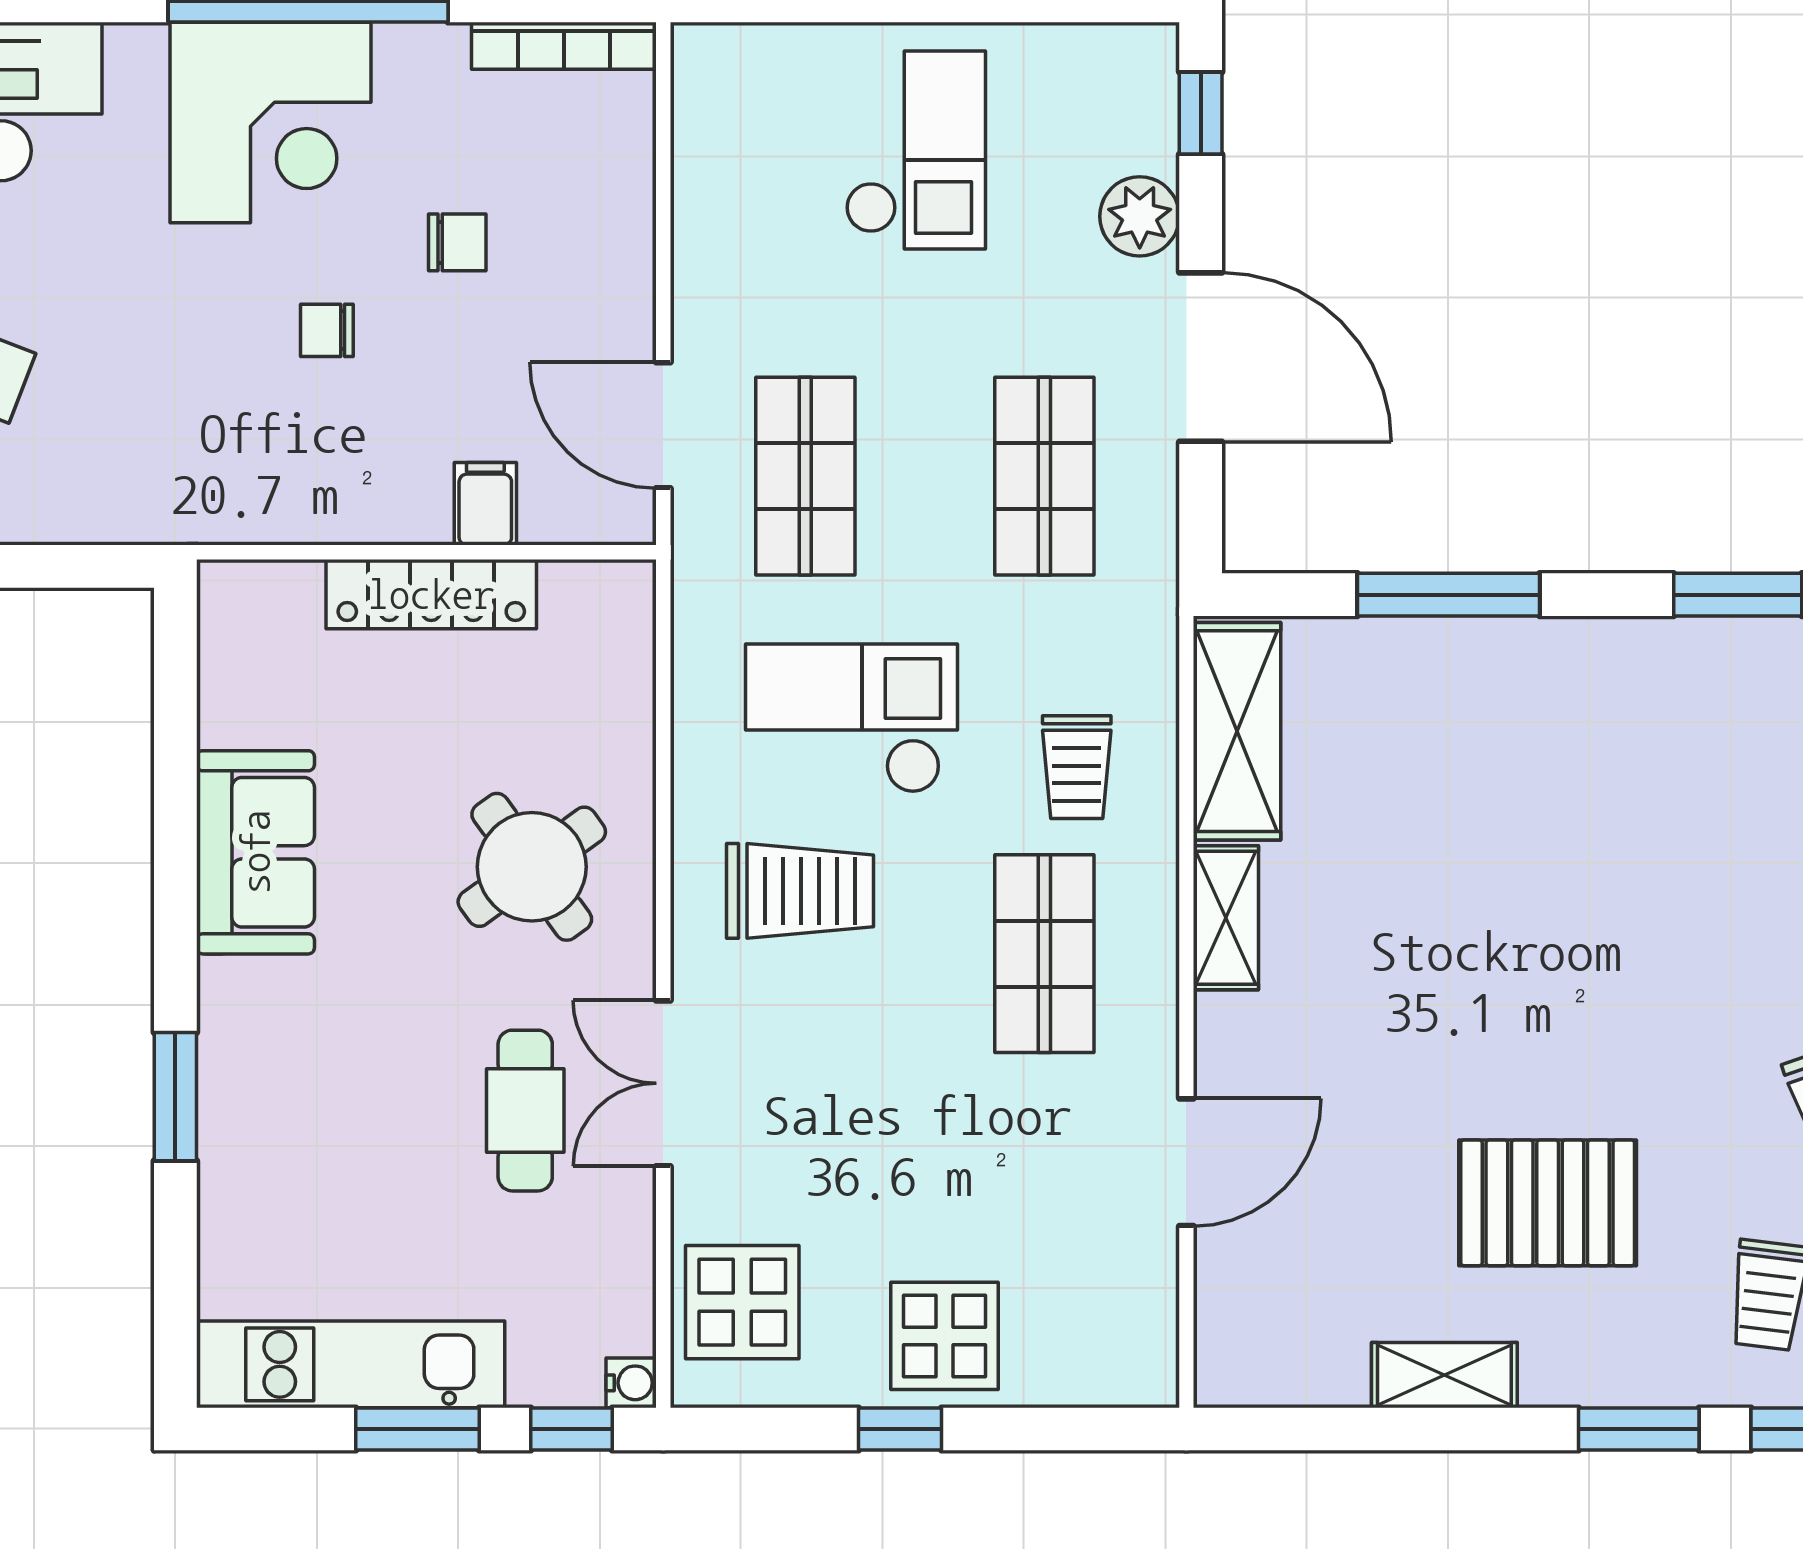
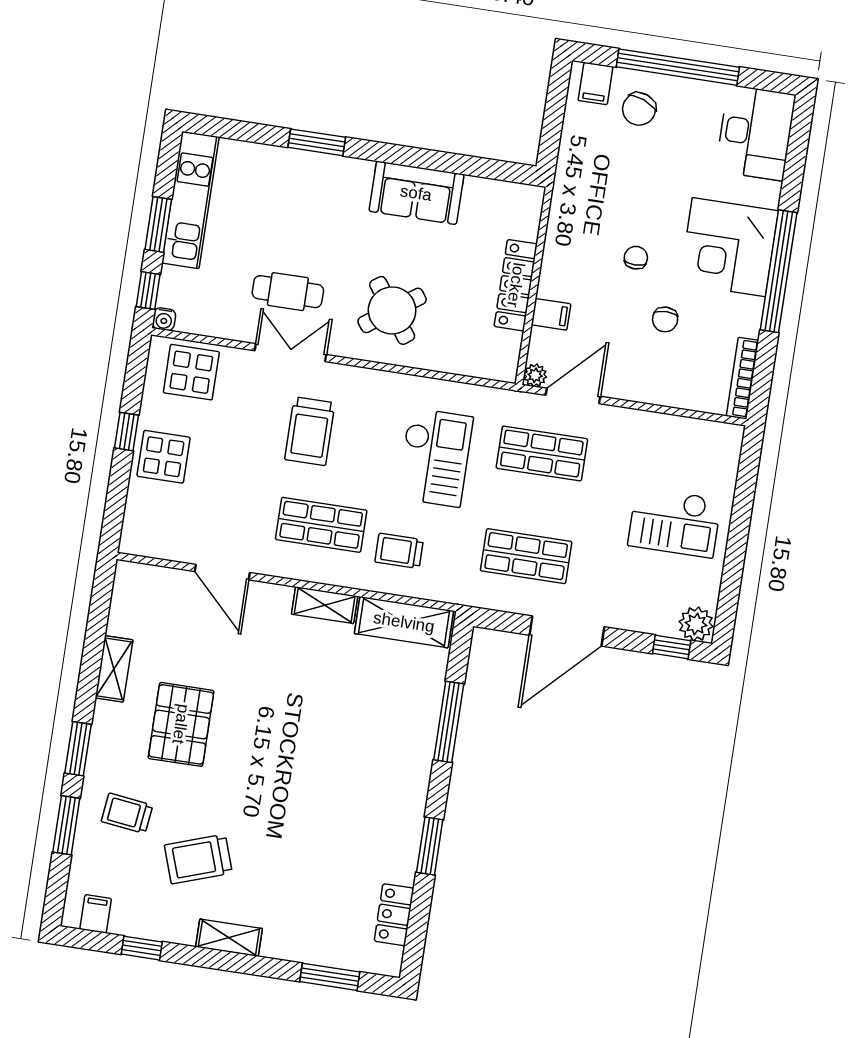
plant: (1140, 216) -> (696, 624), moved
plant: (630, 519) -> (535, 375), added
trolley: (800, 891) -> (310, 431), moved

